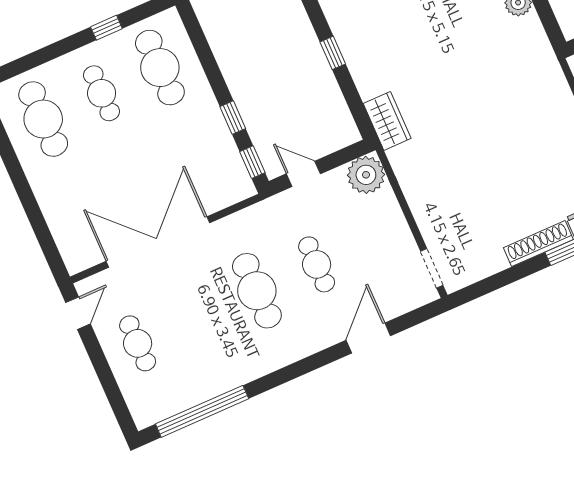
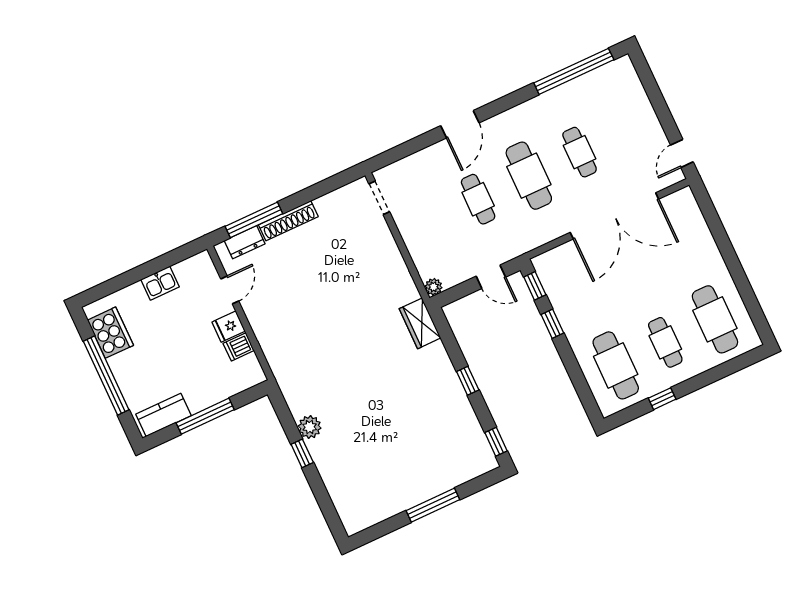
plant: (366, 175) -> (434, 287), width x0.53, depth x0.53
door: (368, 338) -> (460, 124), moved
cafe table: (138, 343) -> (580, 152), moved

